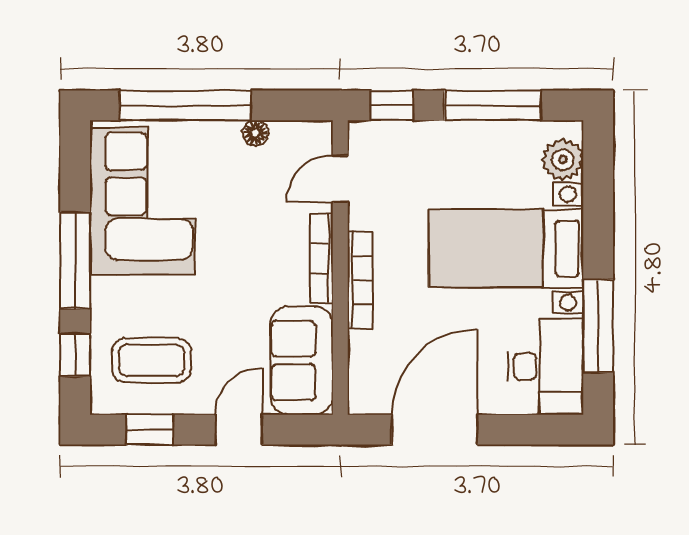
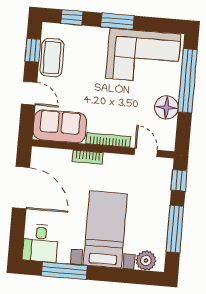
floor lamp: (255, 133) -> (166, 107), width x1.89, depth x1.89
window: (75, 261) -> (117, 21), width x0.69
bookcase: (360, 280) -> (88, 157), width x0.64
coffee table: (151, 360) -> (52, 58), moved
desk: (546, 367) -> (41, 243), width x0.73

